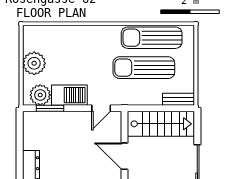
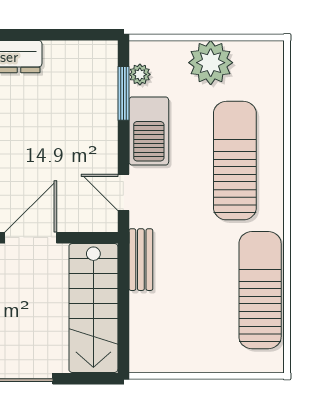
sun lounger: (144, 68) -> (235, 161), moved
plant: (40, 95) -> (140, 74), width x0.53, depth x0.53
bench: (179, 99) -> (141, 260), moved

